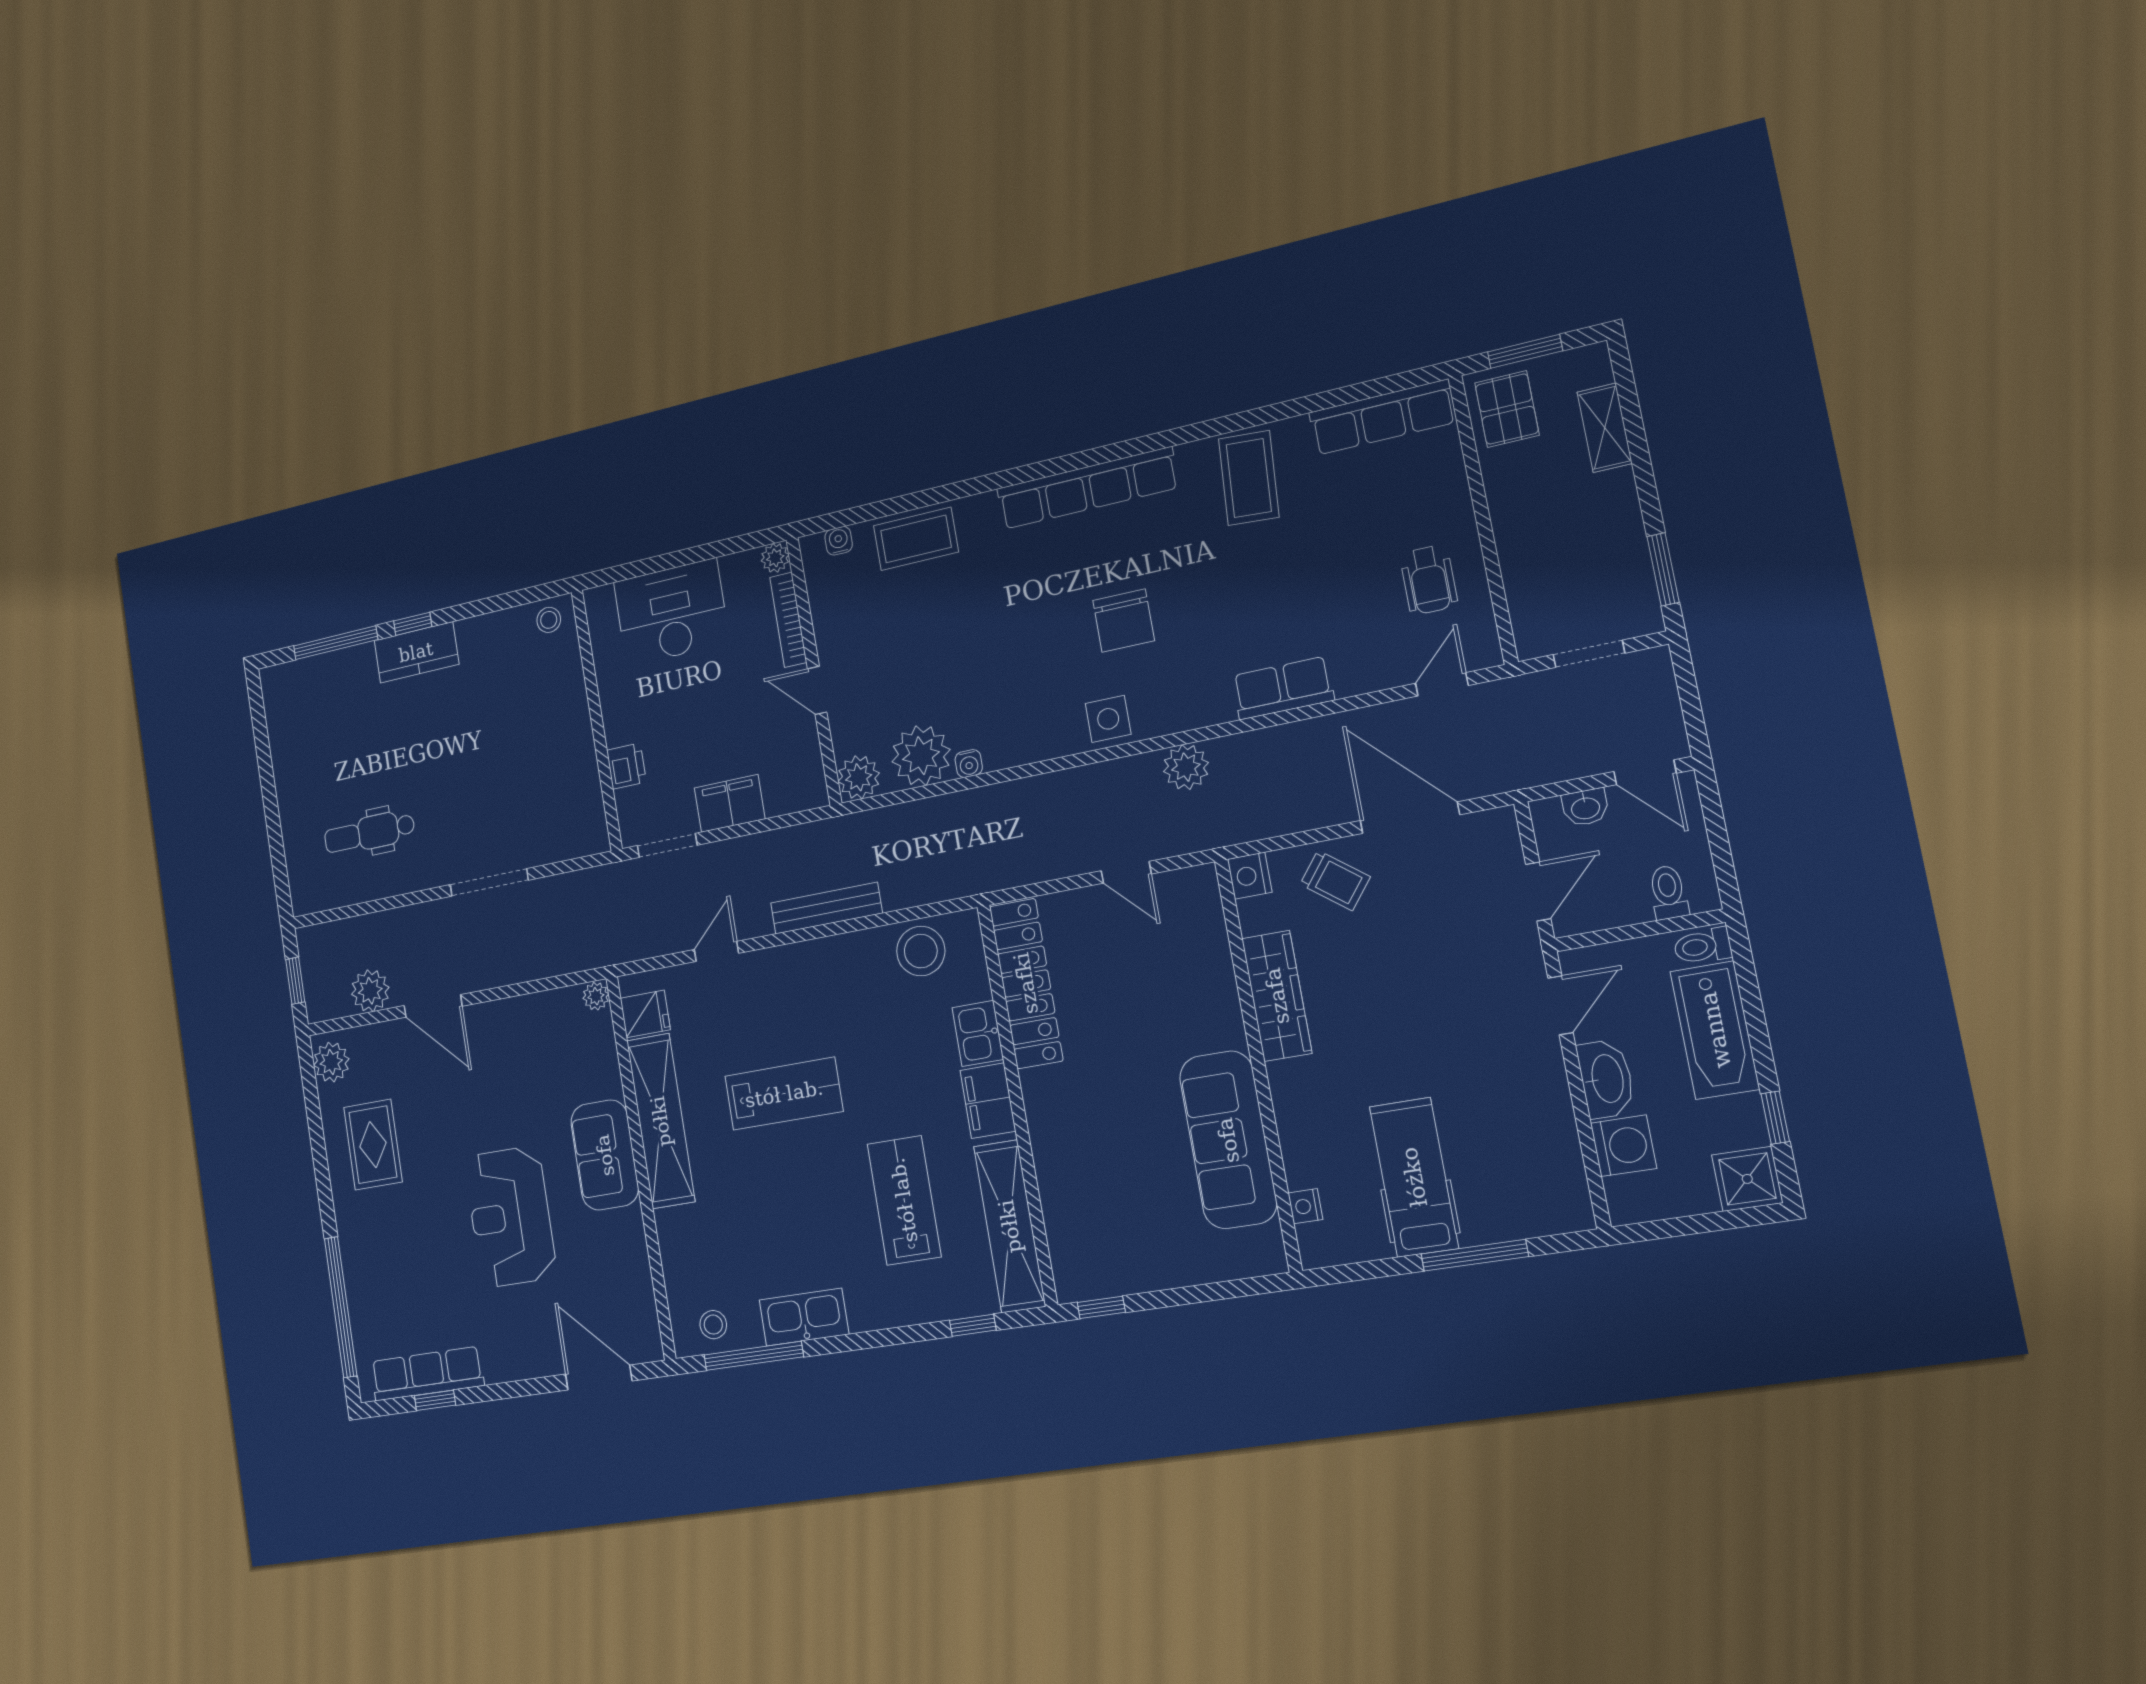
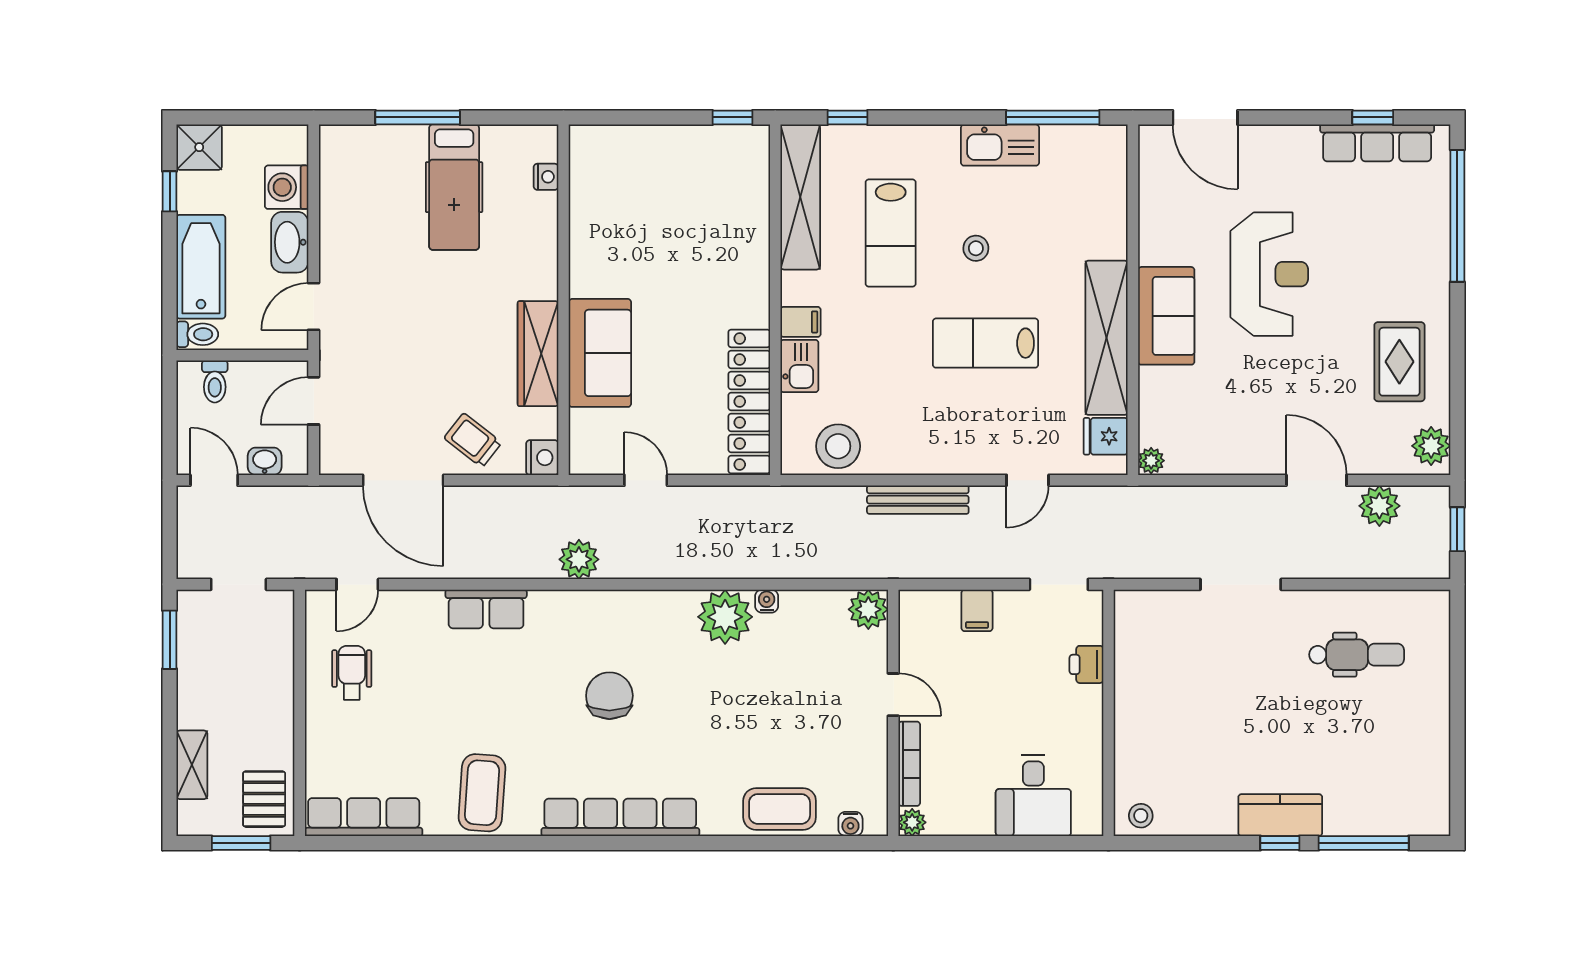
desk: (671, 612) -> (1033, 795), width x0.73
side table: (1108, 719) -> (638, 614), removed
plant: (921, 756) -> (725, 617), moved
filing cabinet: (730, 803) -> (977, 610), width x0.50
filing cabinet: (988, 1101) -> (801, 322), width x0.50
sofa: (1228, 1140) -> (600, 353), moved, width x0.73
stool: (713, 1325) -> (976, 248), moved

